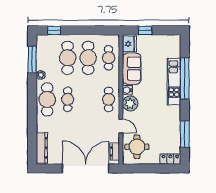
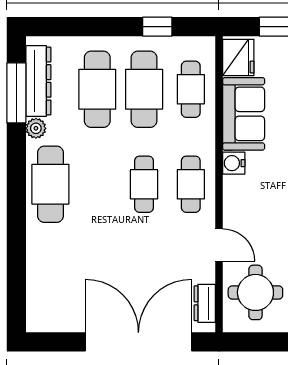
window: (54, 30) -> (157, 27), moved
cafe table: (68, 99) -> (144, 184), moved
plant: (130, 103) -> (240, 194), removed
dresser: (42, 148) -> (38, 81), moved

